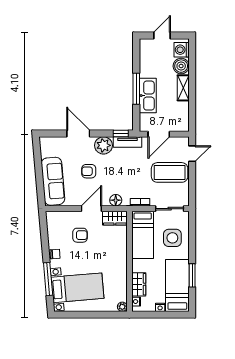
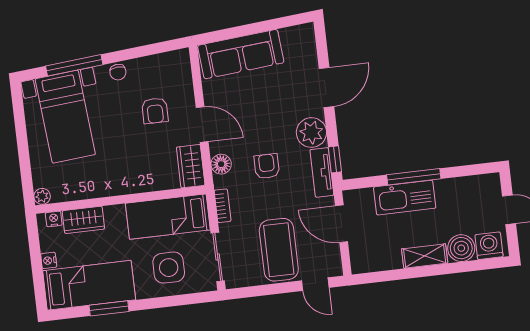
armchair: (89, 171) -> (267, 166), moved

